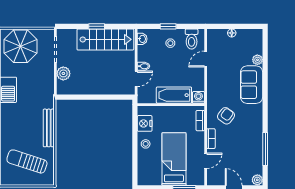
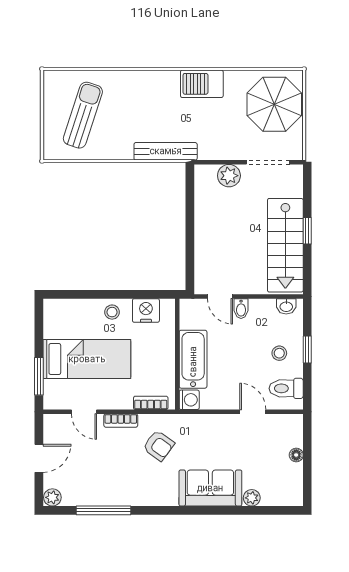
bench: (49, 128) -> (166, 151), moved

